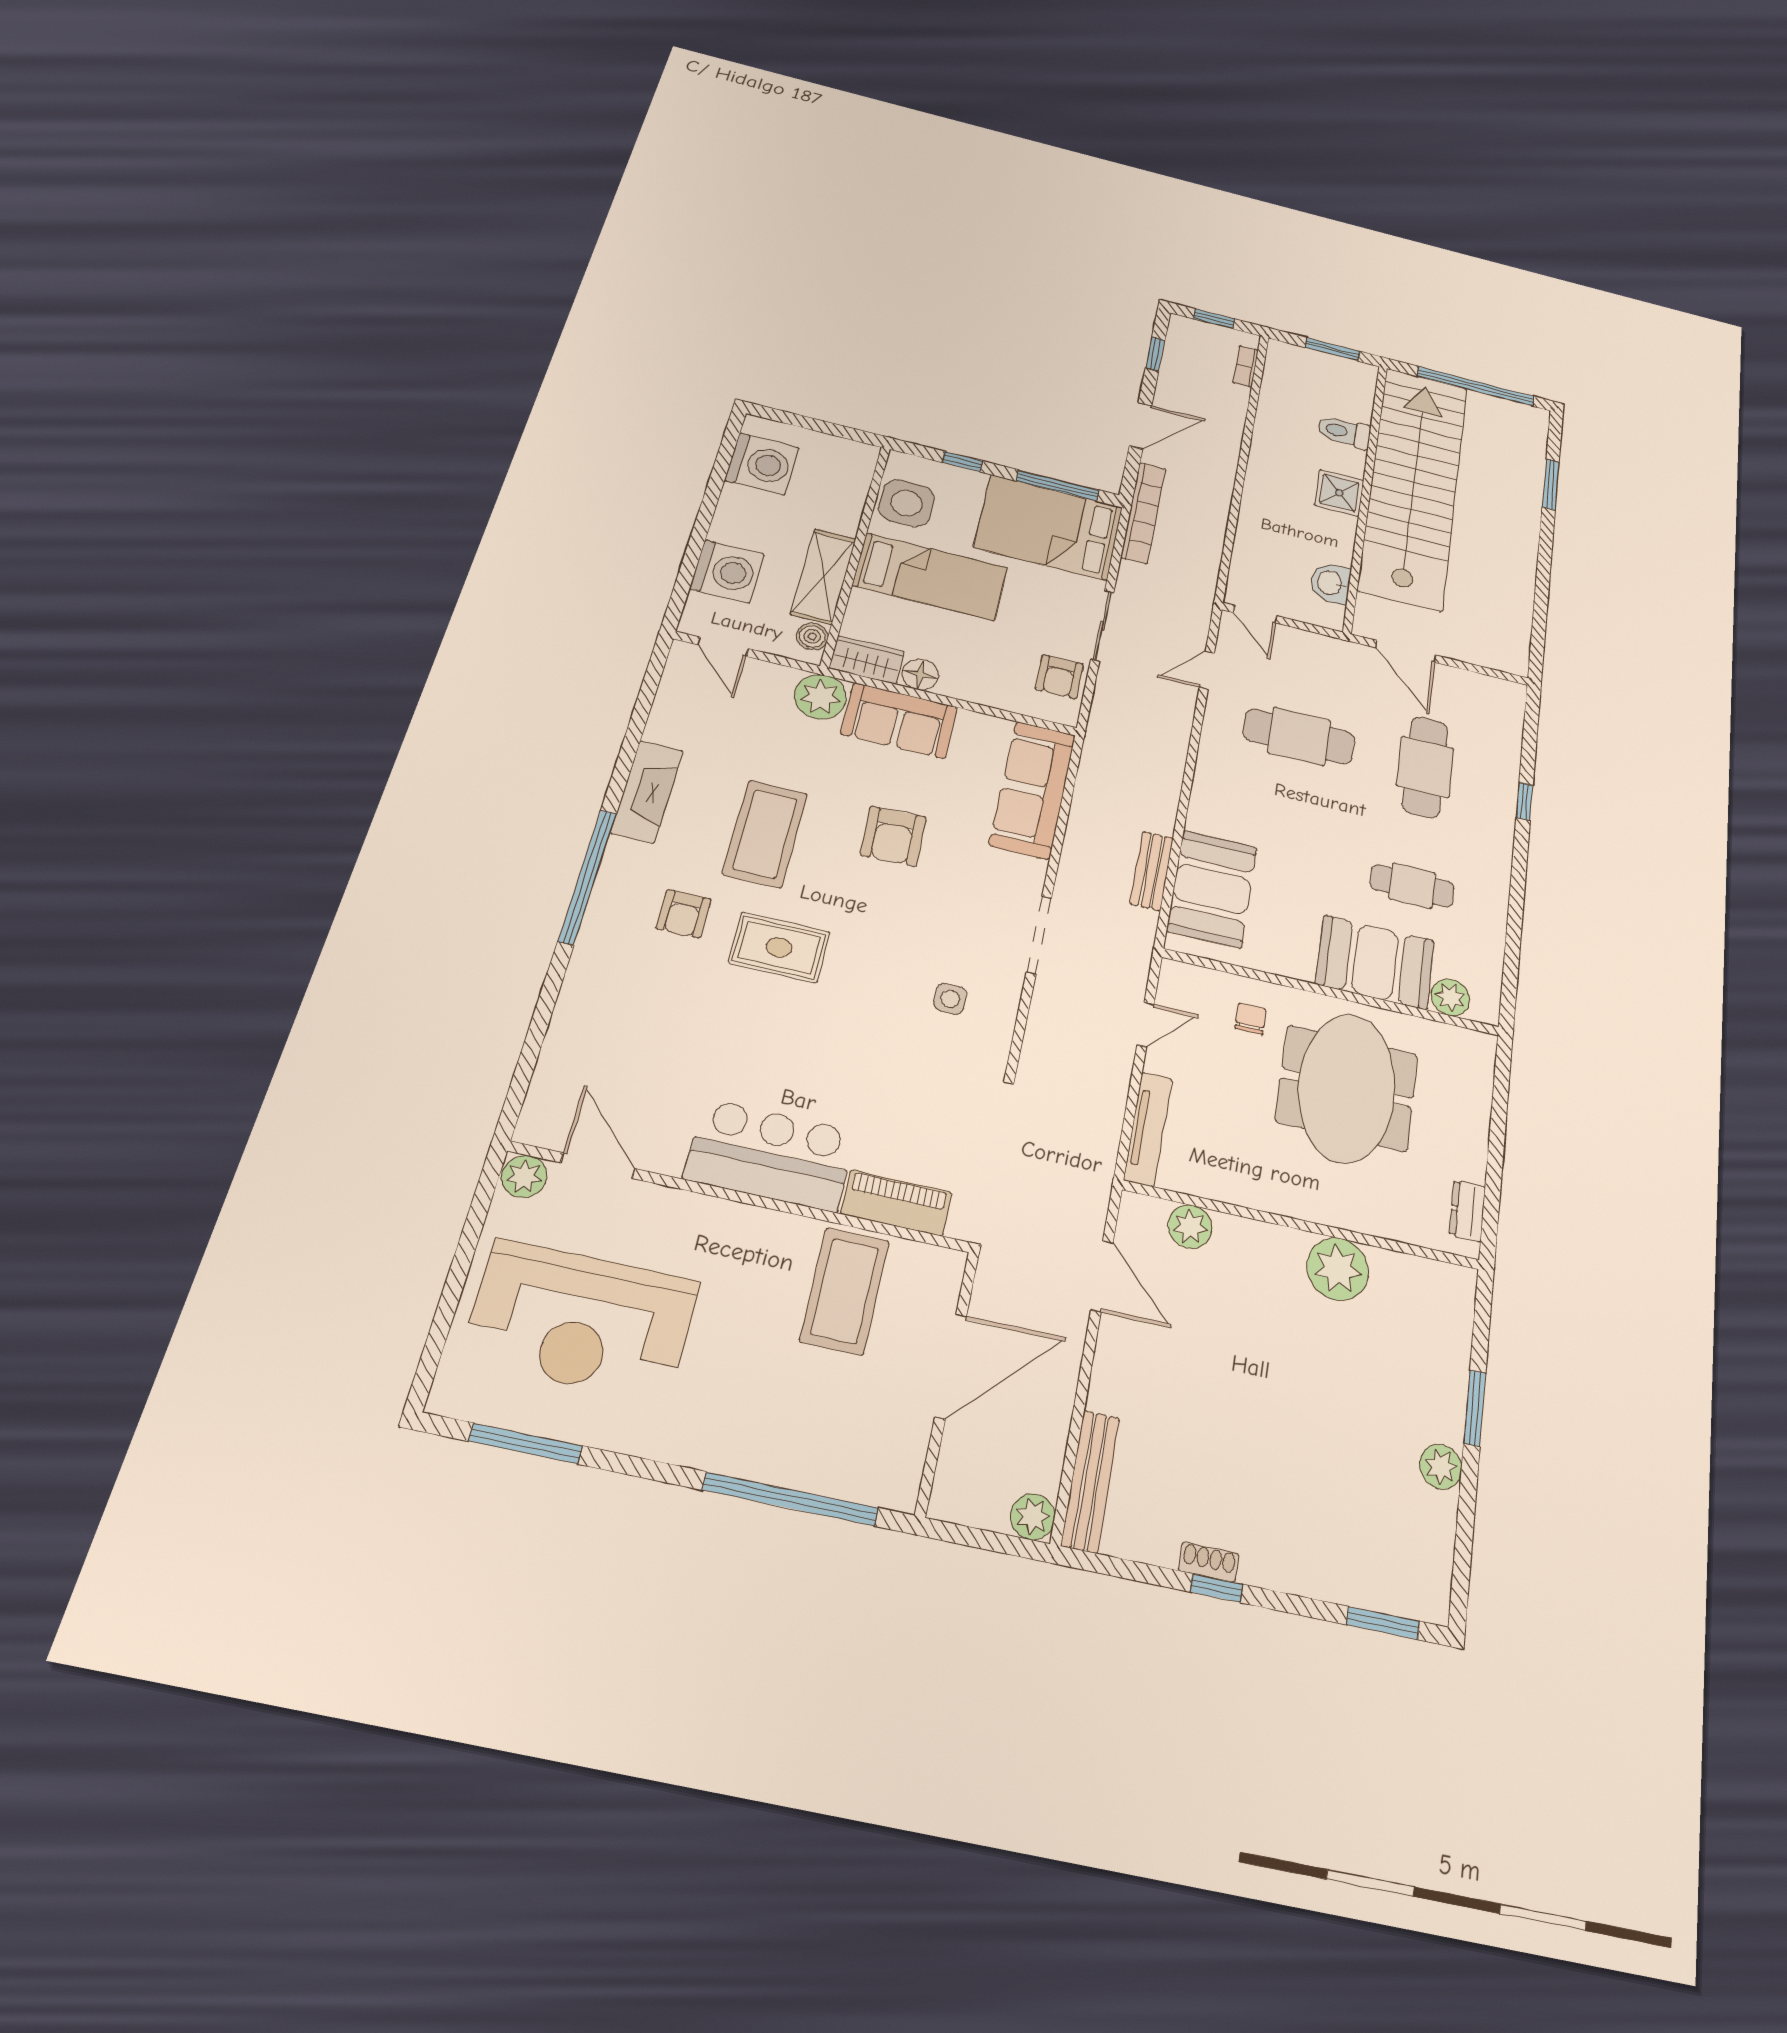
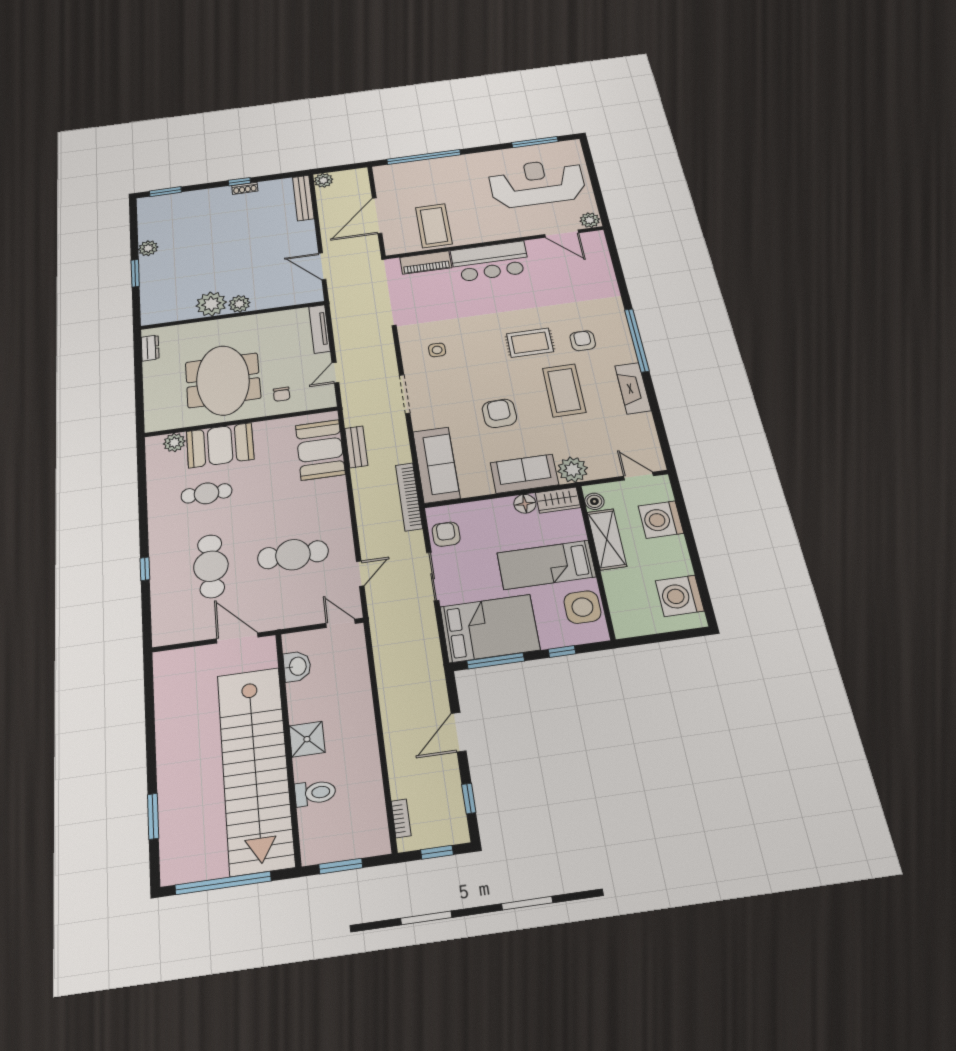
bookcase: (1143, 513) -> (409, 497), moved
plant: (1190, 1227) -> (239, 304), moved

